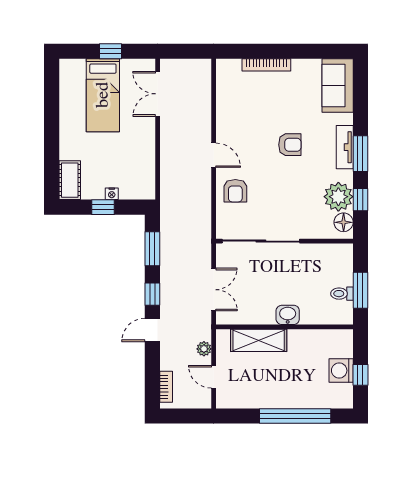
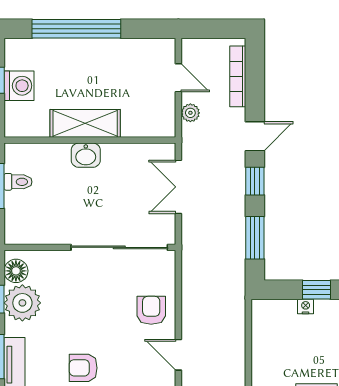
shelving: (259, 340) -> (85, 123), moved
bookcase: (166, 387) -> (238, 76), width x1.56

